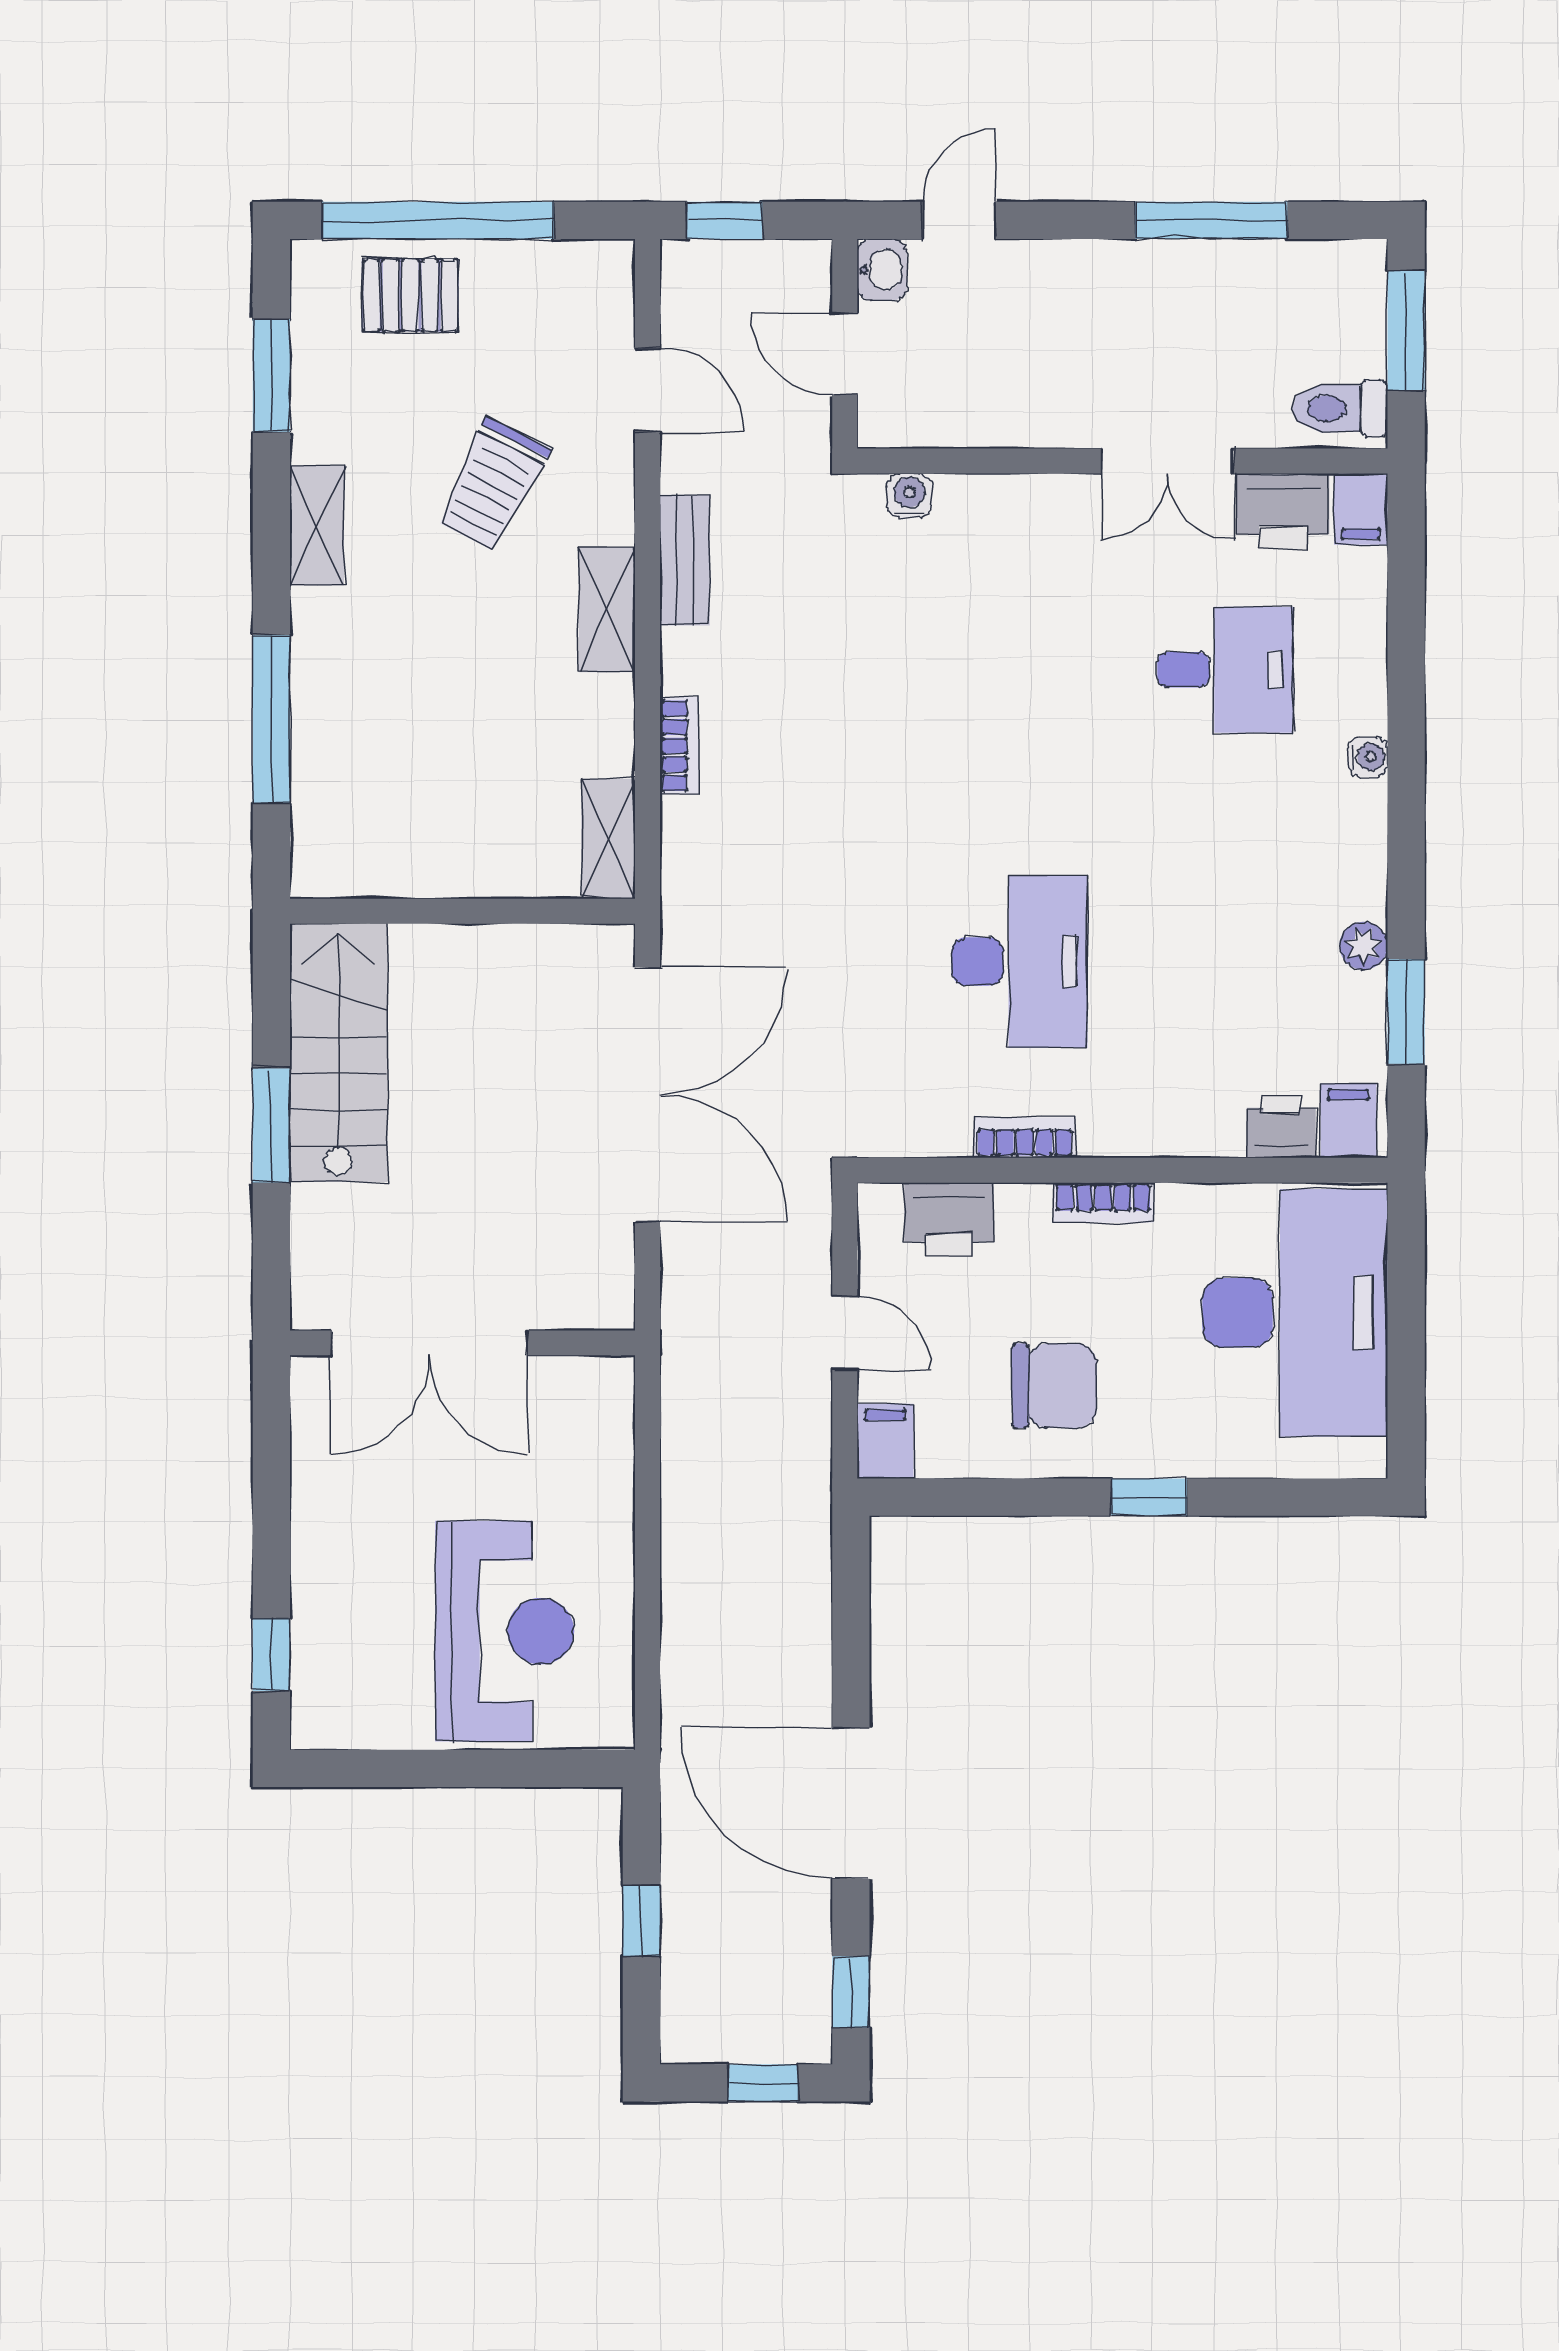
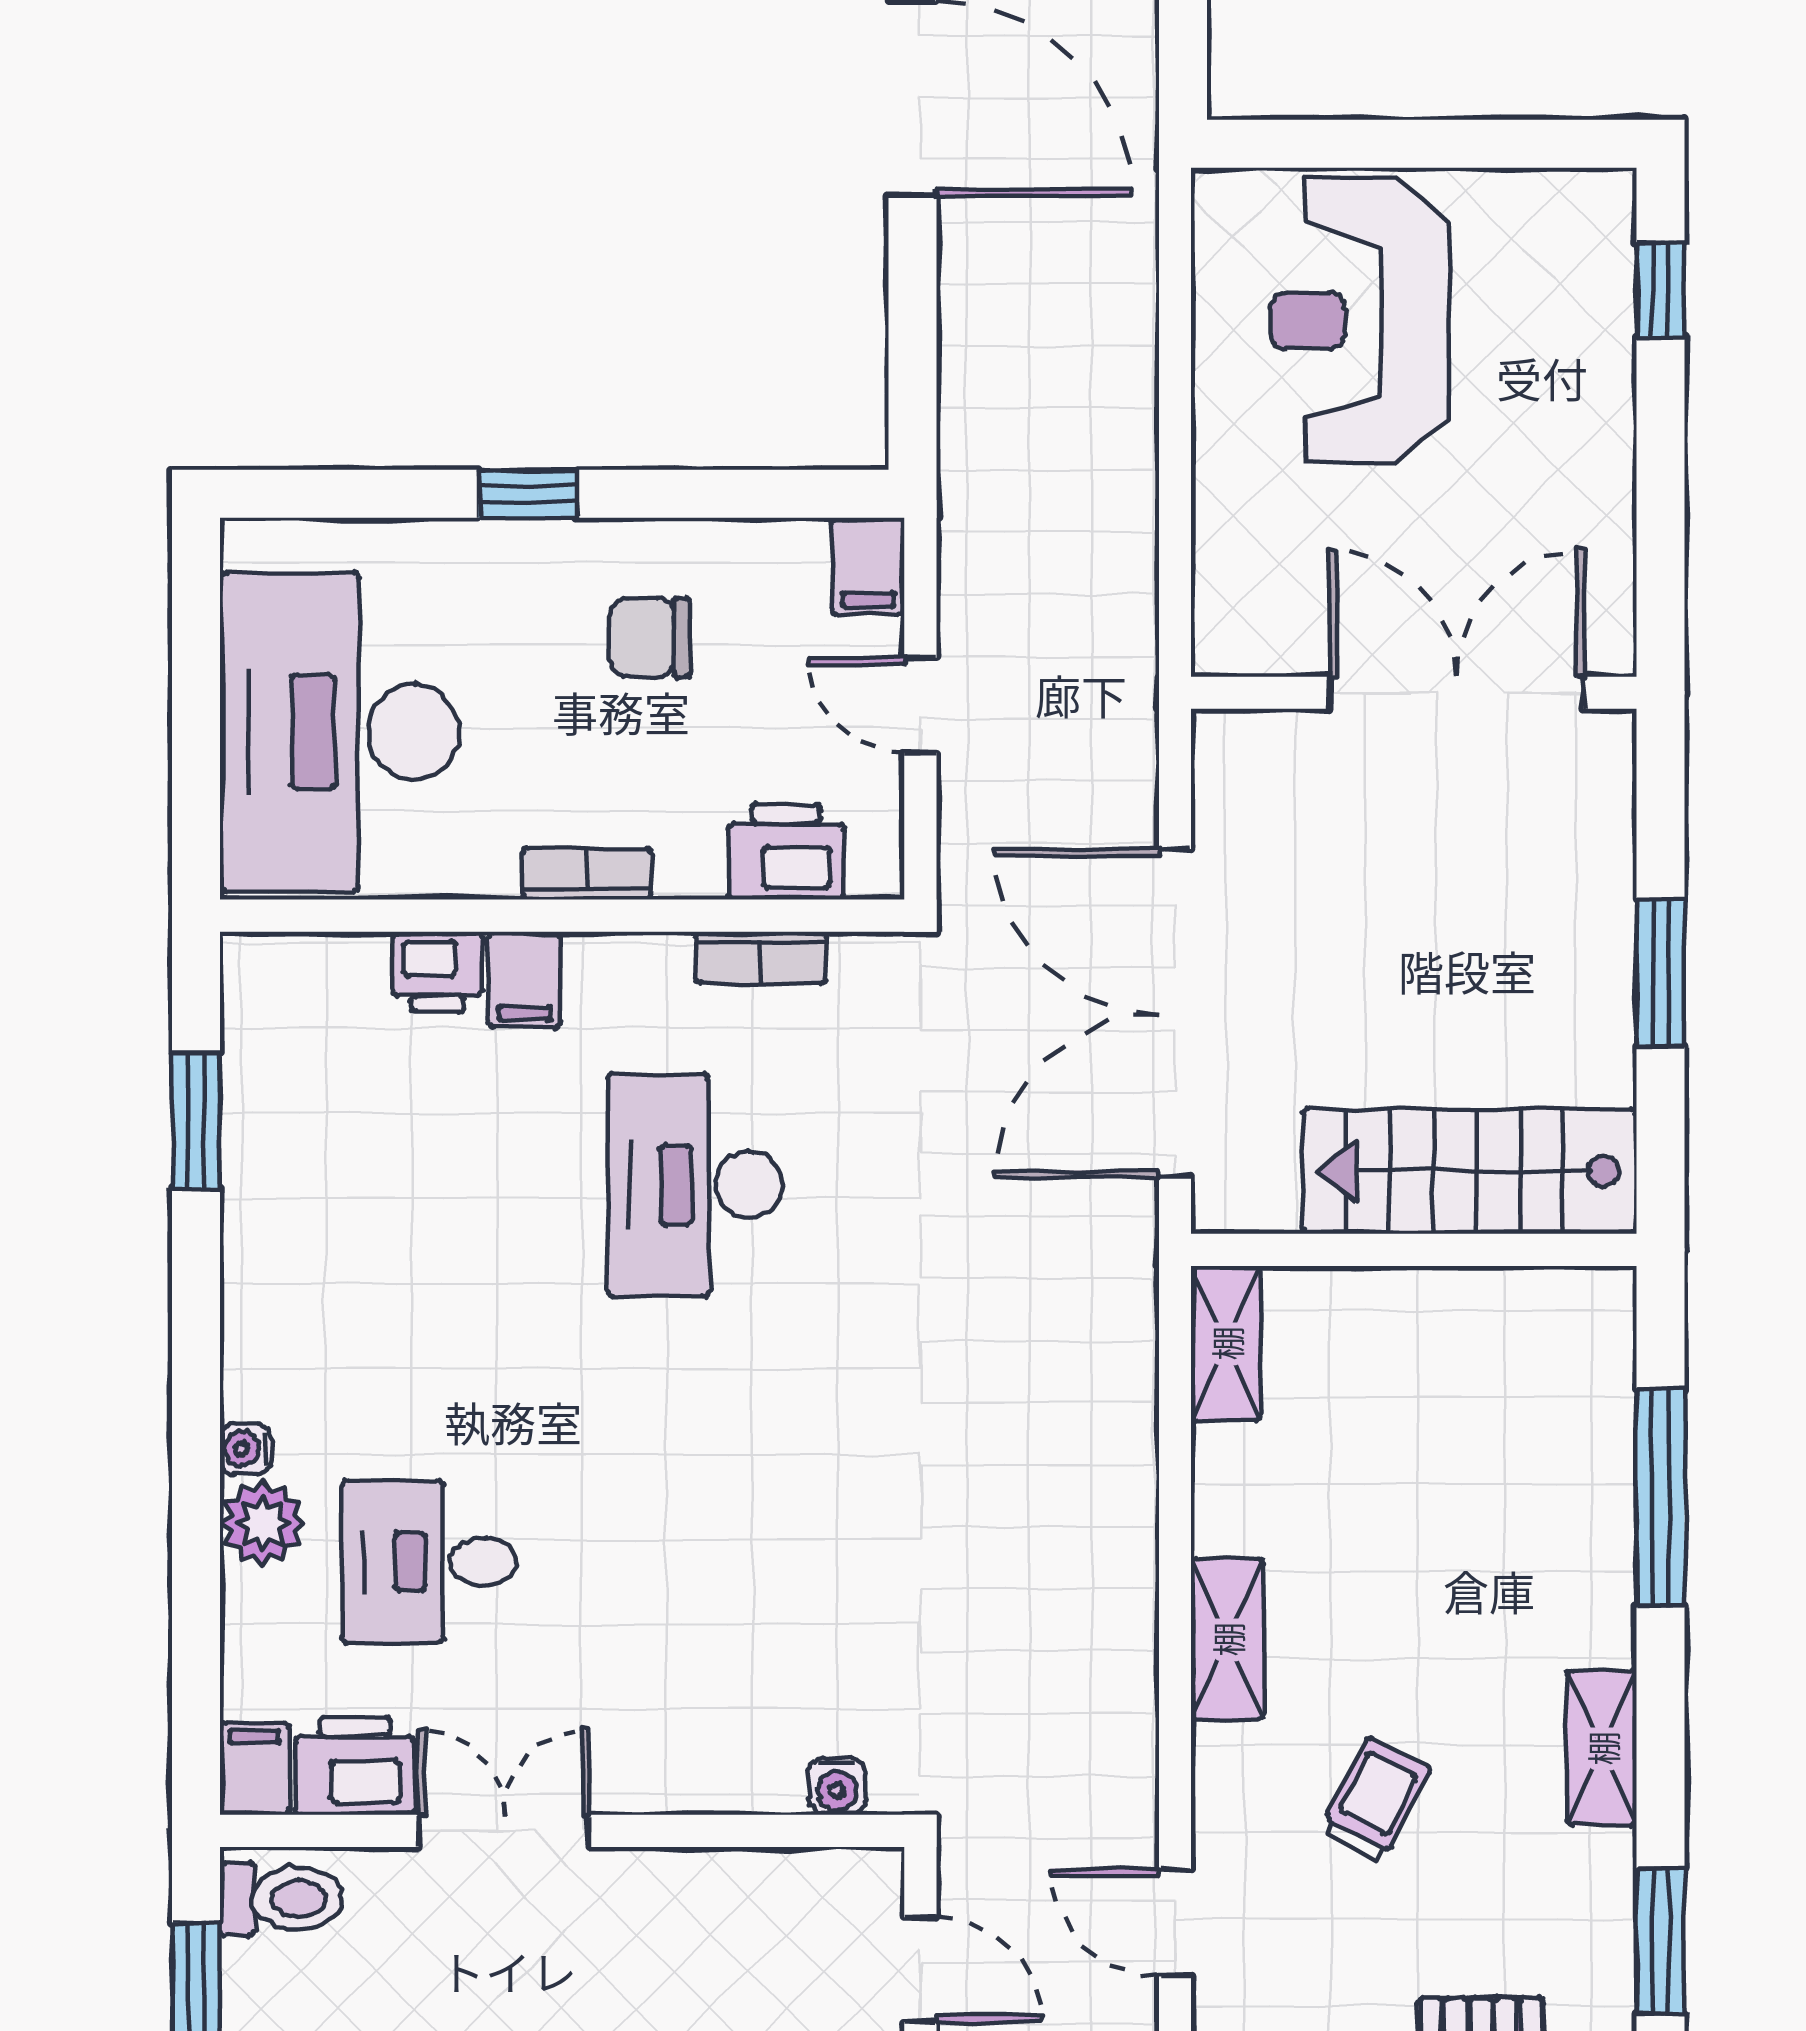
trolley: (492, 485) -> (1375, 1800), width x0.73, depth x0.72
bench: (685, 560) -> (1127, 1703), removed
bookcase: (679, 746) -> (1134, 1463), removed
plant: (1364, 946) -> (263, 1523), moved, width x1.38, depth x1.38
stairs: (339, 1053) -> (1470, 1171), moved, turned 90
filing cabinet: (1348, 1121) -> (524, 980), moved
printer: (1281, 1127) -> (438, 972), moved
bookcase: (1025, 1138) -> (761, 958), moved
chair: (1054, 1386) -> (650, 638), width x0.73, depth x0.73

